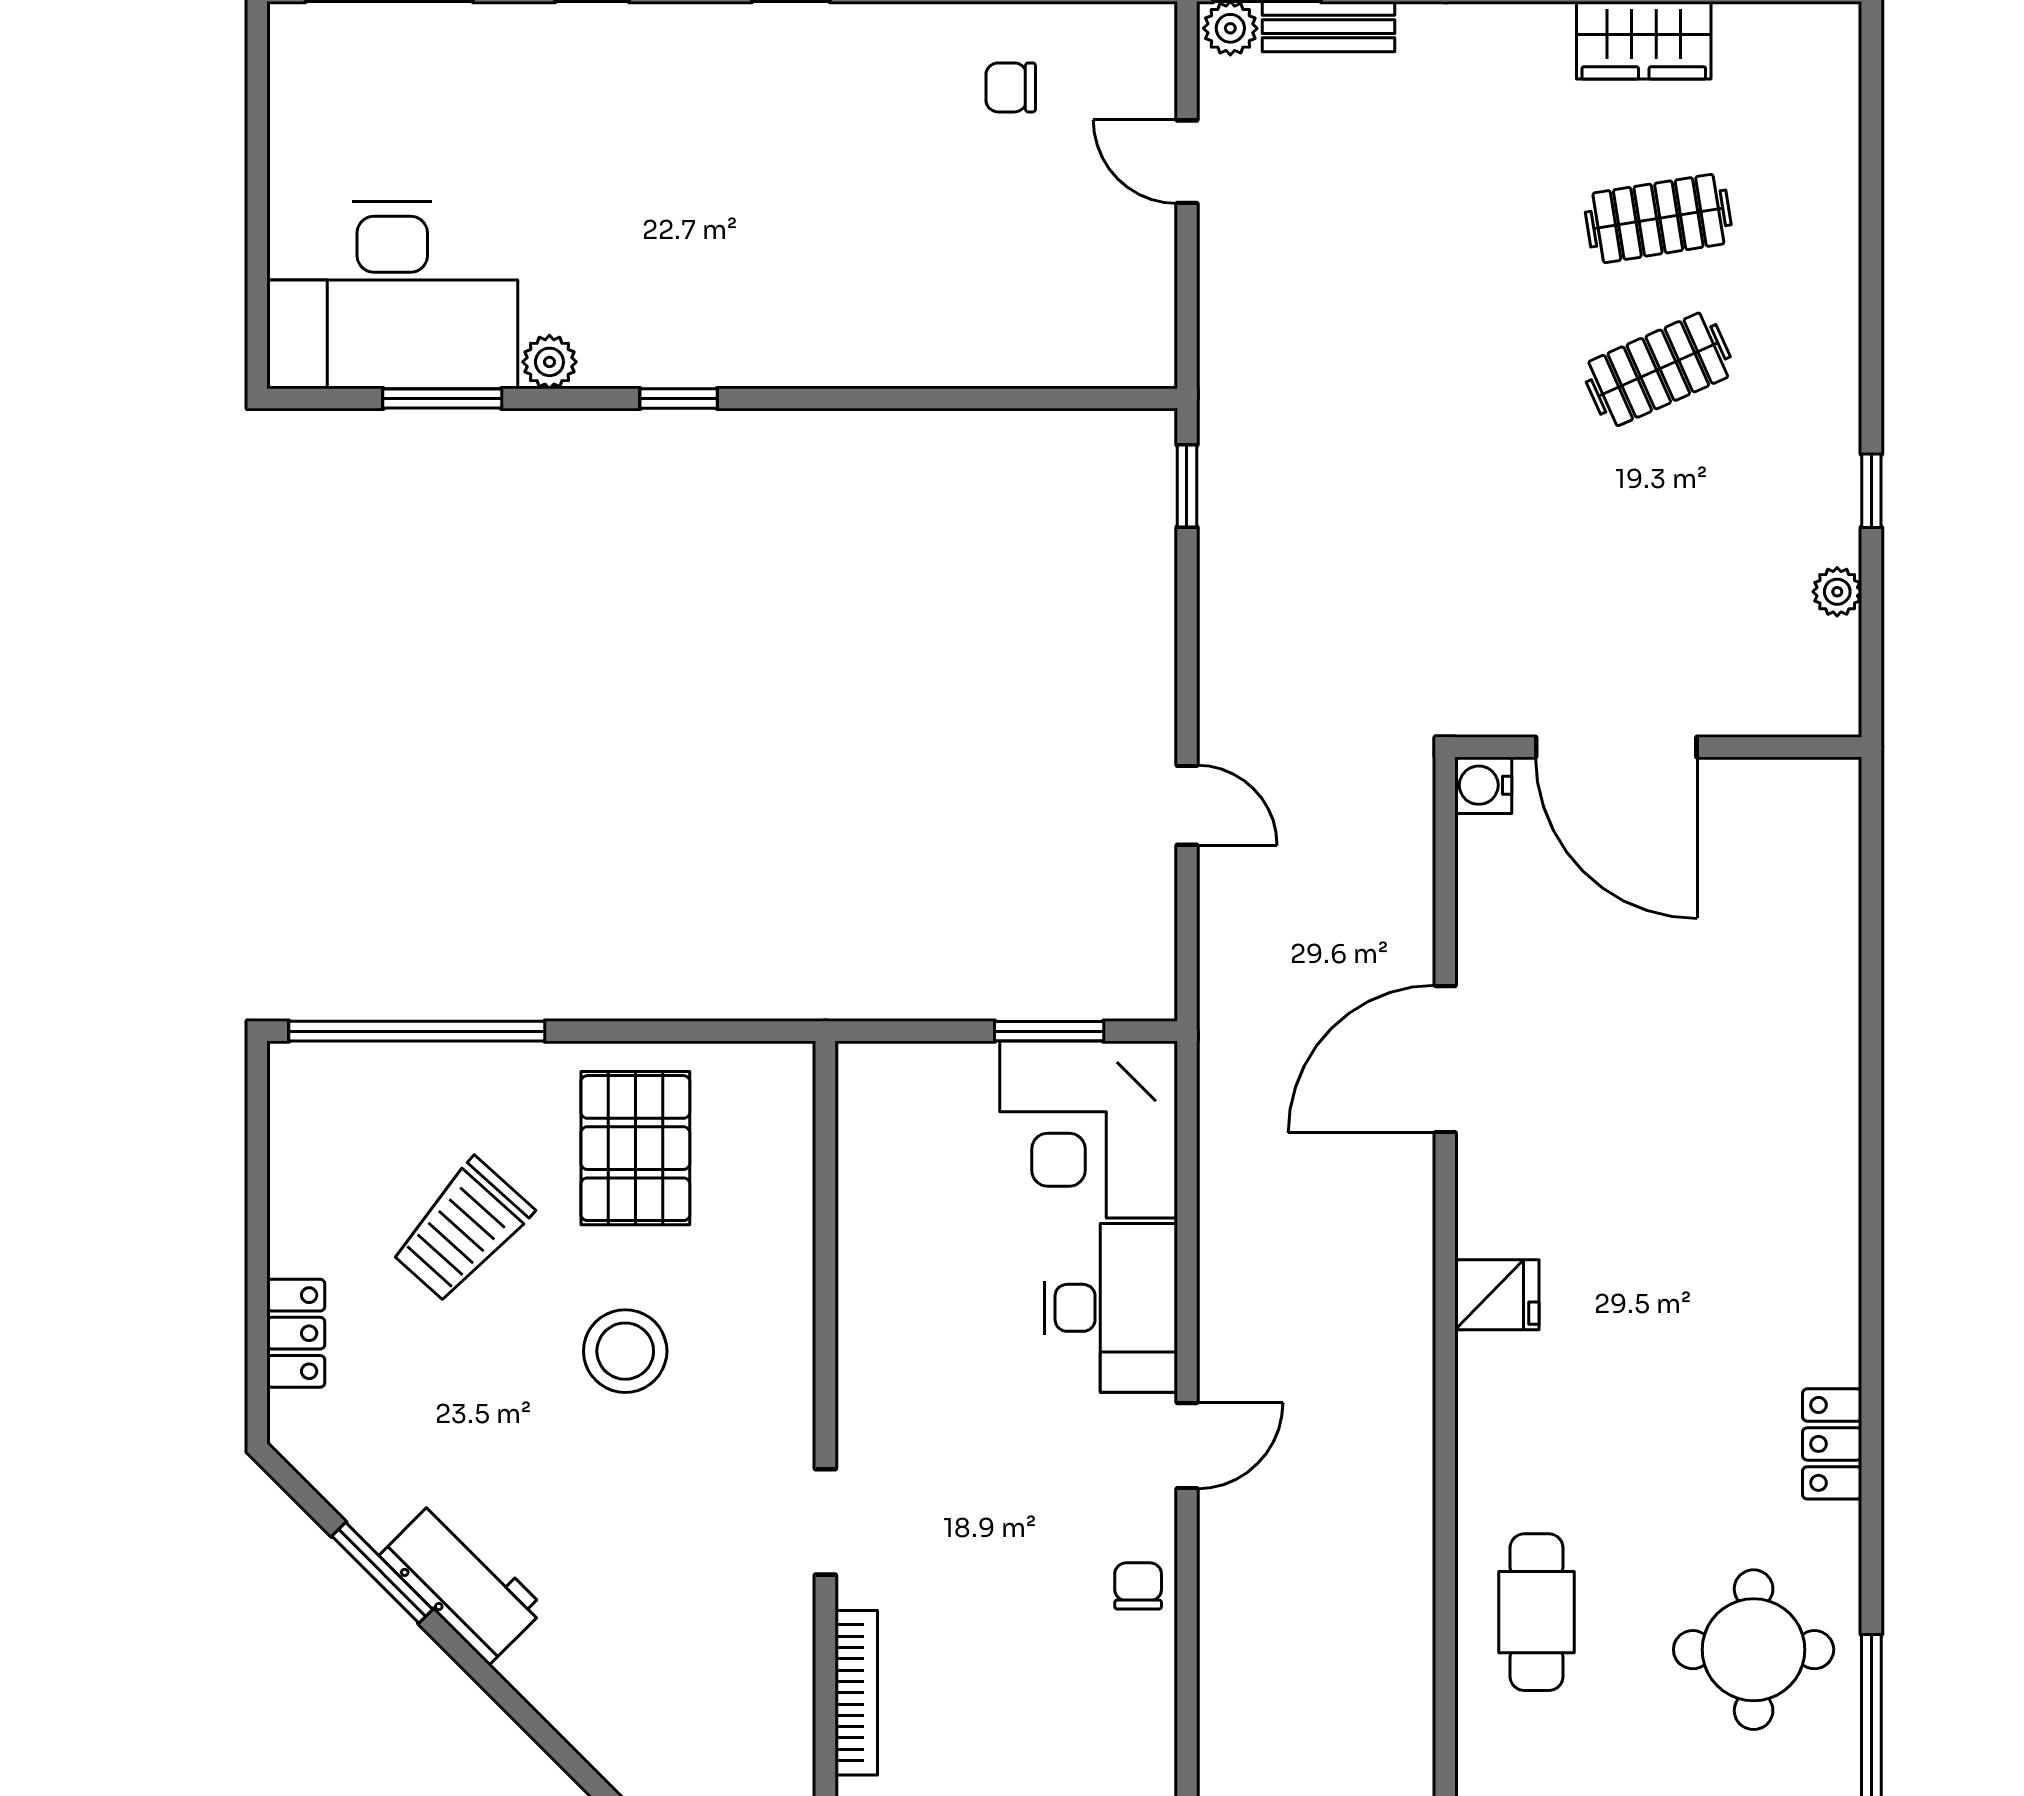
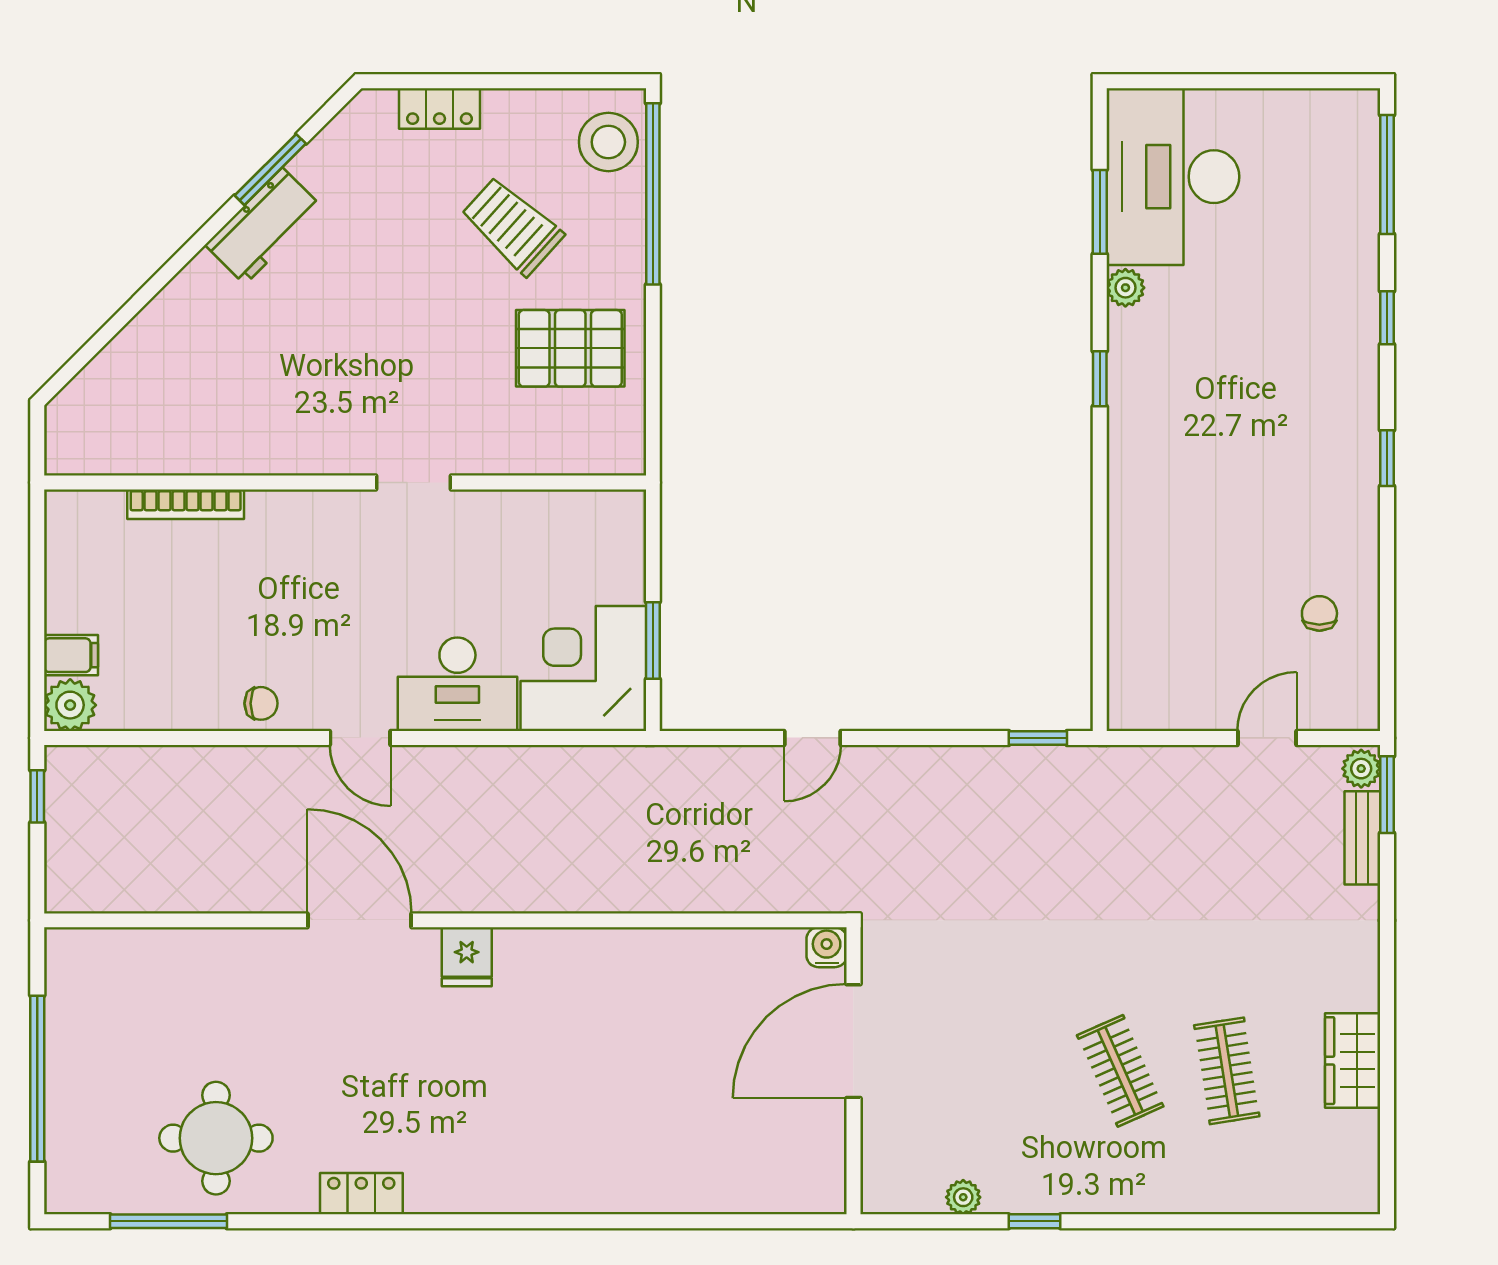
door: (1445, 1059) -> (360, 920), moved
stool: (625, 1351) -> (608, 142), moved
doorway: (825, 1522) -> (413, 483), moved
cafe table: (1537, 1612) -> (242, 985), removed

